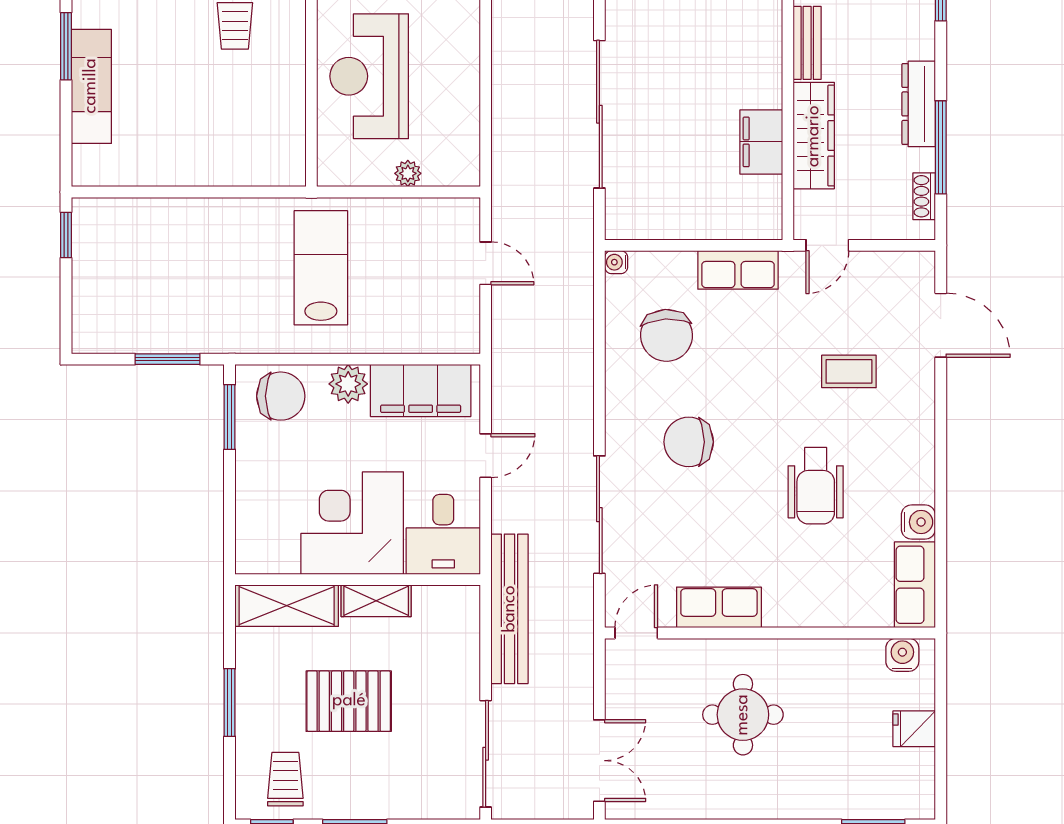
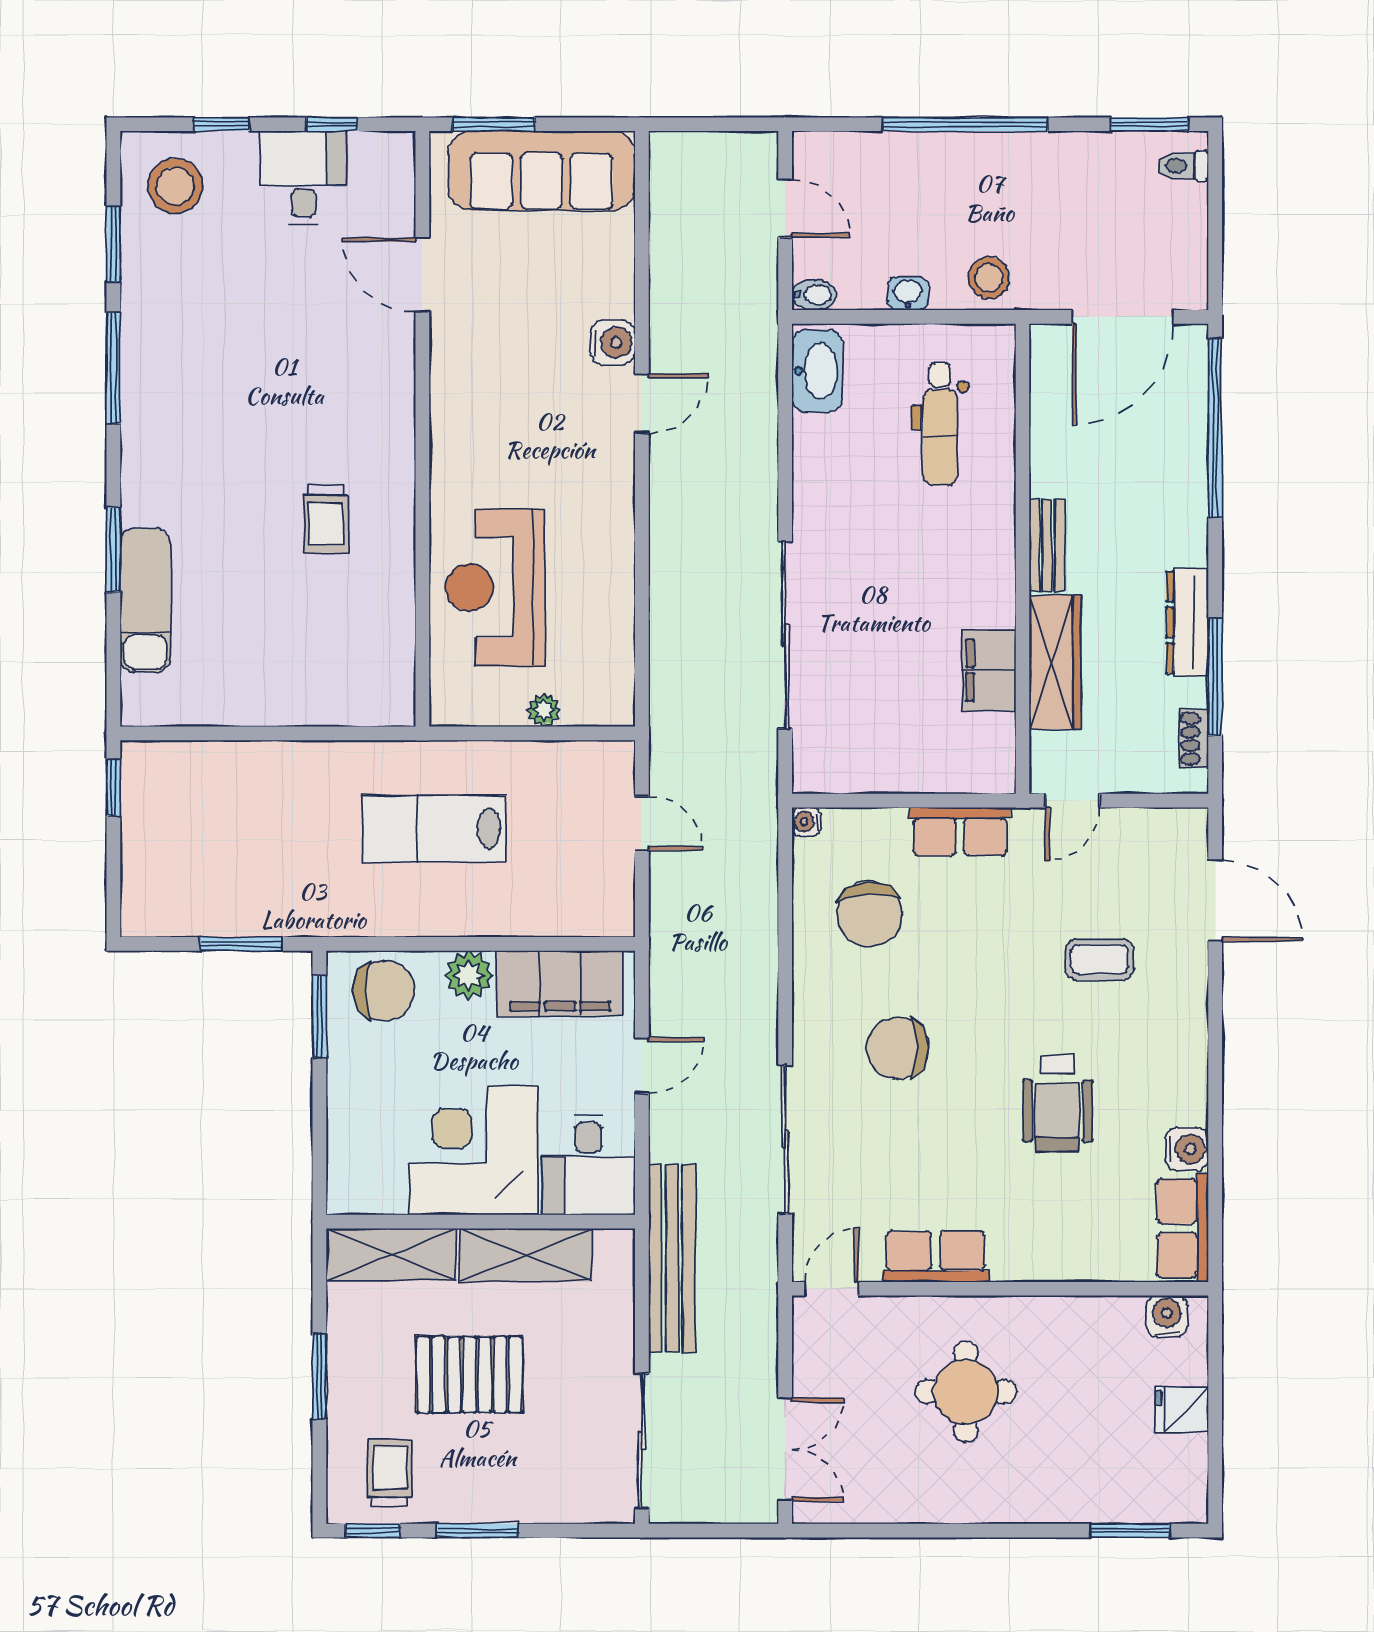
lab bench: (321, 268) -> (434, 829), turned -90
shelving: (376, 601) -> (526, 1255), width x1.50, depth x1.33

